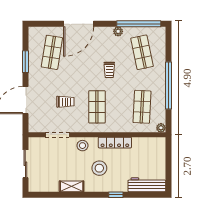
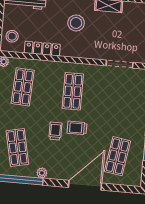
trolley: (65, 102) -> (77, 128), moved
locker: (115, 143) -> (42, 49), moved
stool: (82, 146) -> (12, 36), moved

